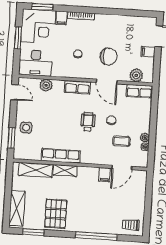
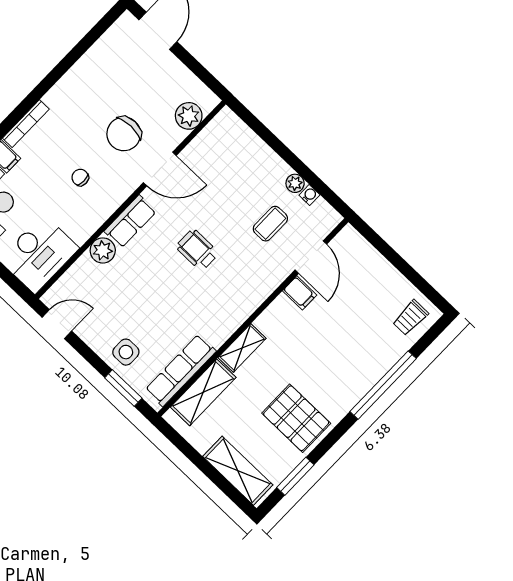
filing cabinet: (148, 52) -> (168, 67), removed
chair: (109, 56) -> (124, 134), turned 180
plant: (46, 85) -> (103, 250), moved
row of seats: (139, 91) -> (217, 132), removed
chair: (111, 120) -> (225, 212), removed
row of seats: (61, 156) -> (181, 370), moved

